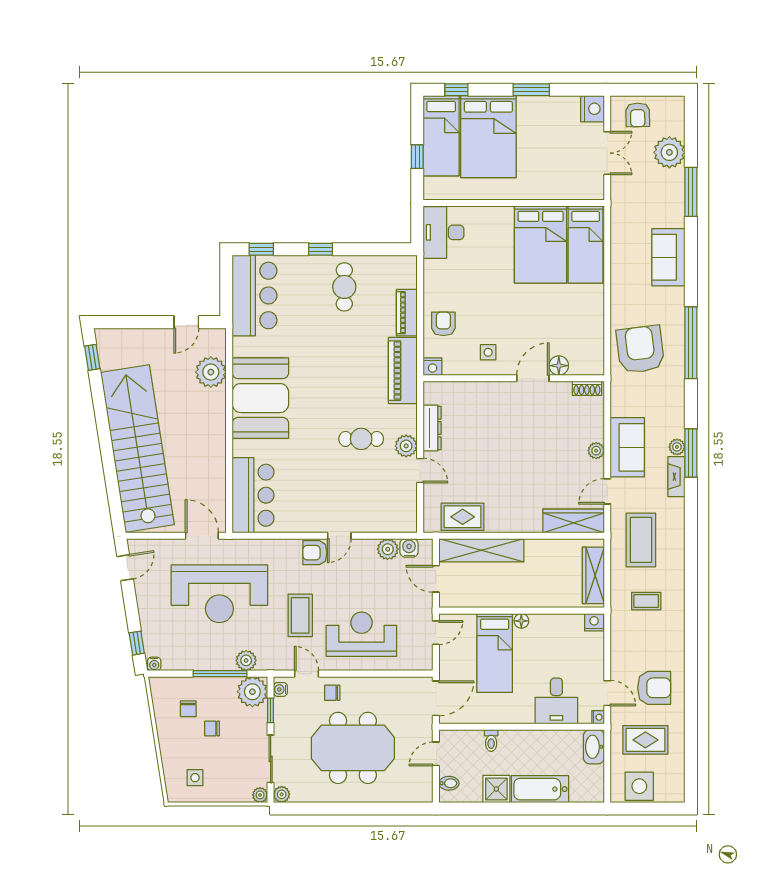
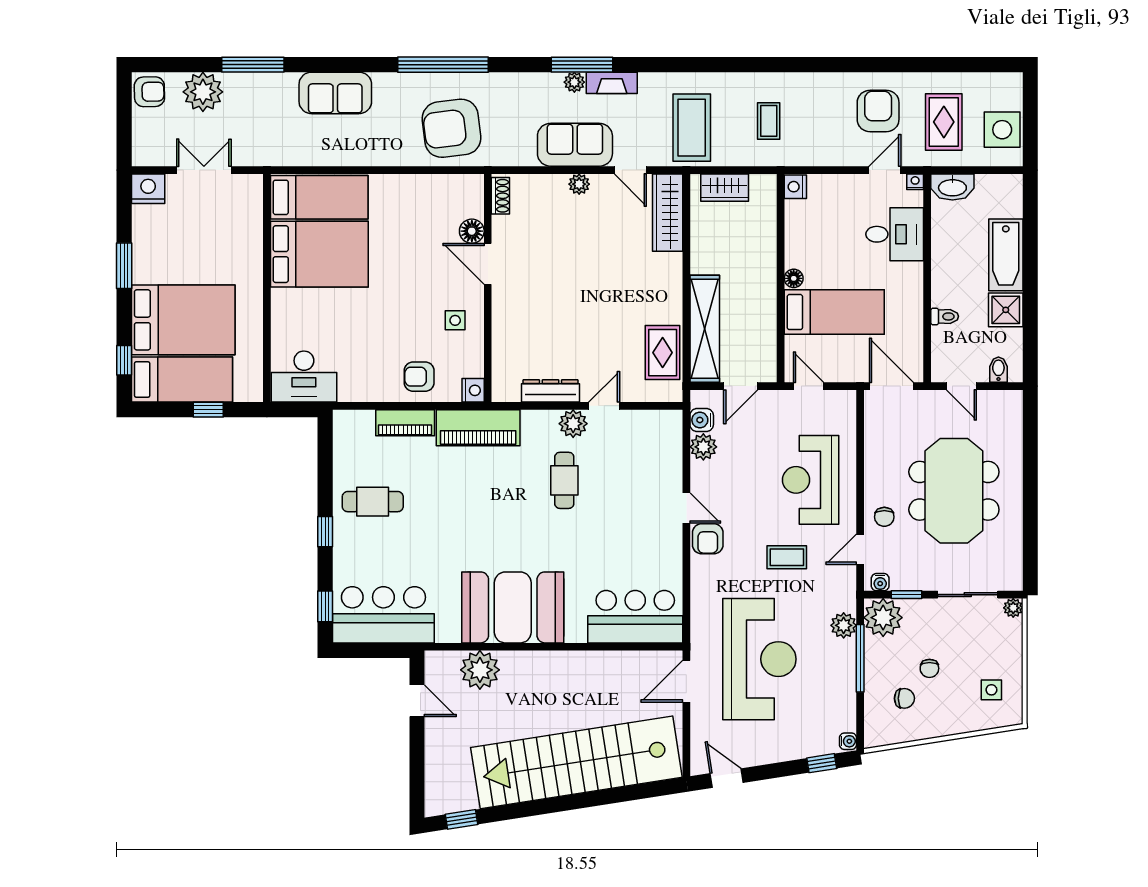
armchair: (638, 115) -> (149, 92), moved
coffee table: (641, 540) -> (692, 128), turned 90
wardrobe: (593, 575) -> (725, 188), width x0.67
coffee table: (300, 615) -> (787, 557), width x0.73, depth x0.77
plant: (282, 794) -> (1012, 581), removed

